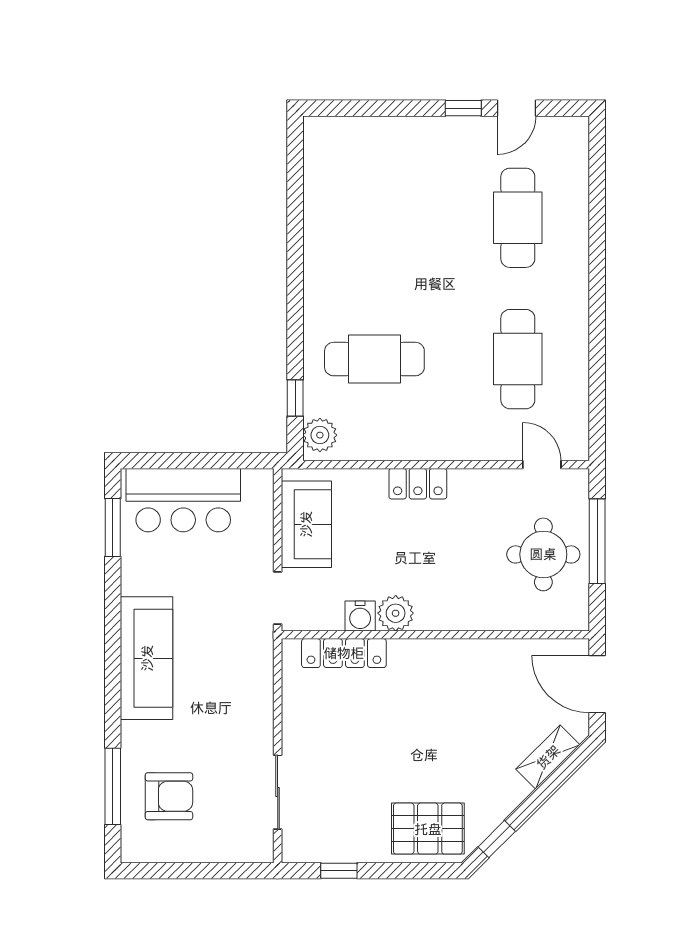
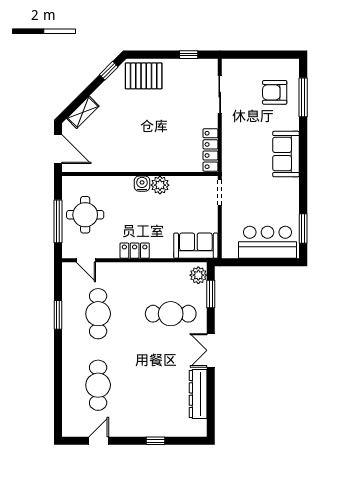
window: (463, 108) -> (156, 441), moved
dresser: (320, 200) -> (198, 394), added
double door: (295, 287) -> (211, 350), added
window: (597, 357) -> (58, 315), added
window: (295, 398) -> (211, 294), width x1.50
locker: (418, 484) -> (135, 251), moved
sofa: (306, 524) -> (196, 246), moved, turned 90
water cooler: (360, 616) -> (142, 184), moved
locker: (344, 653) -> (210, 150), moved, turned -90
sofa: (147, 658) -> (286, 154), width x0.73

